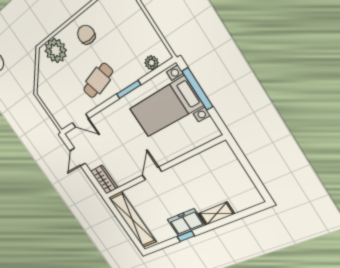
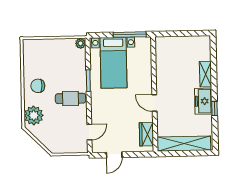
plant: (152, 63) -> (80, 43), moved
cafe table: (98, 81) -> (70, 98), turned -74
window: (197, 89) -> (130, 35), moved
door: (78, 157) -> (114, 155), hinge flipped
wardrobe: (104, 180) -> (146, 134), moved, turned -90

